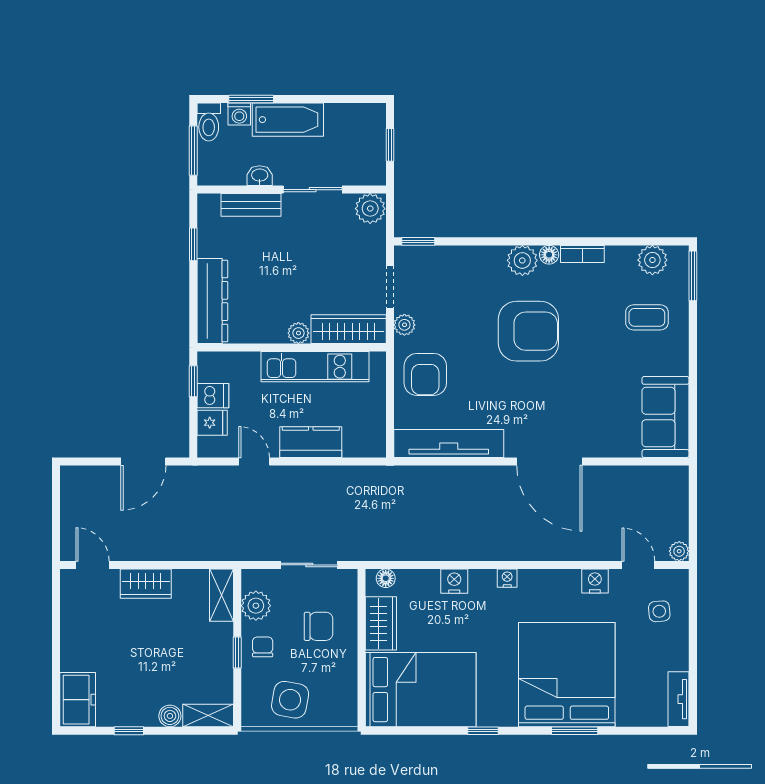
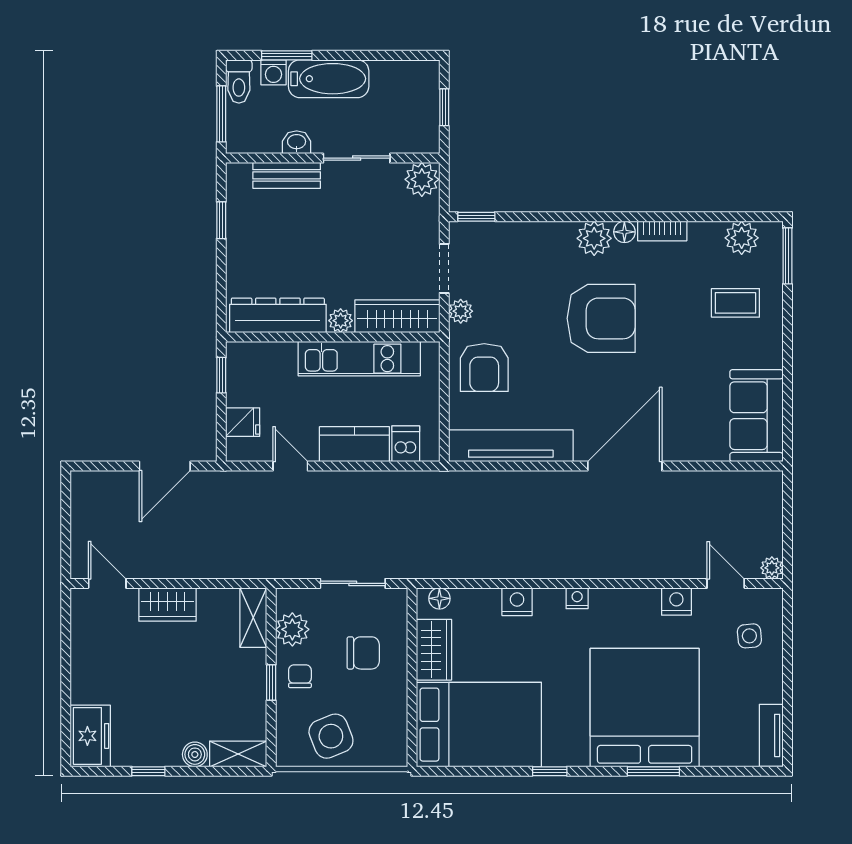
dresser: (212, 301) -> (278, 315), moved, turned -90
dishwasher: (213, 396) -> (406, 444), moved, turned -90
door: (549, 461) -> (625, 466), swing flipped
side table: (290, 700) -> (331, 736), turned -32

